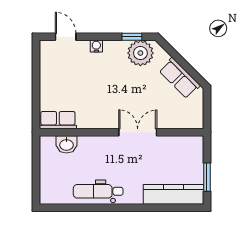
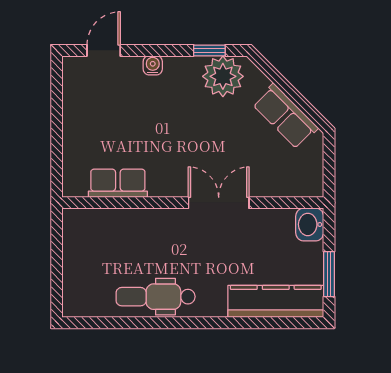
door: (66, 37) -> (104, 50), hinge flipped
row of seats: (58, 120) -> (118, 183), moved
washbasin: (66, 144) -> (310, 224), moved, turned 90

